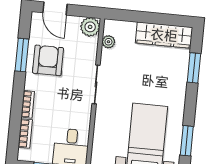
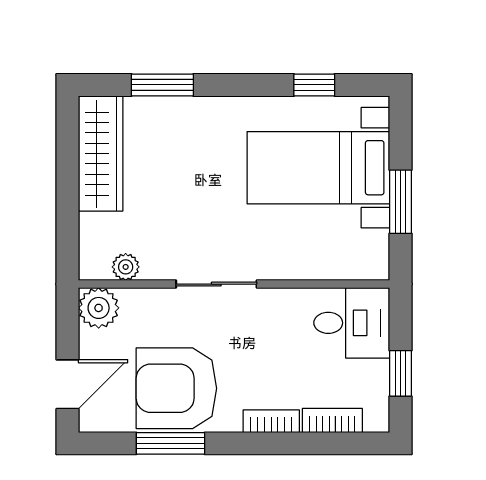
armchair: (48, 60) -> (176, 388), width x1.36, depth x1.36
window: (187, 141) -> (314, 85), width x0.67

